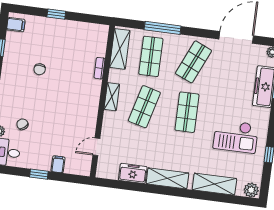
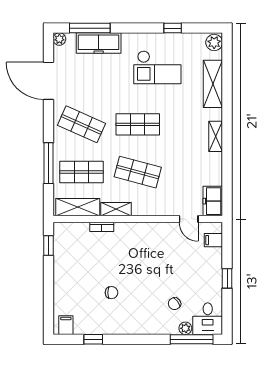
window: (56, 14) -> (48, 246), moved
shelving: (112, 97) -> (116, 209), moved
checkout: (236, 136) -> (157, 67), turned 90
filing cabinet: (58, 164) -> (213, 240), moved
freezer: (133, 173) -> (213, 201), moved
shelving: (167, 178) -> (216, 136), width x0.67, depth x0.75

